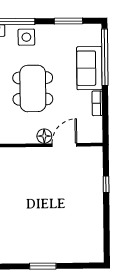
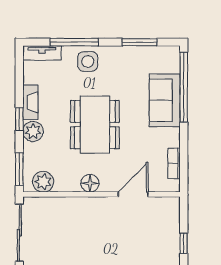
bookcase: (97, 103) -> (174, 163), moved
floor lamp: (44, 136) -> (90, 183), moved

